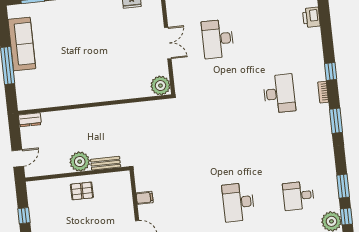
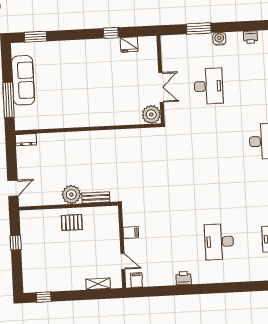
desk: (218, 39) -> (209, 86), turned 180
plant: (160, 86) -> (151, 114), moved
wall: (95, 105) -> (88, 129), moved
dresser: (30, 120) -> (26, 140), moved

